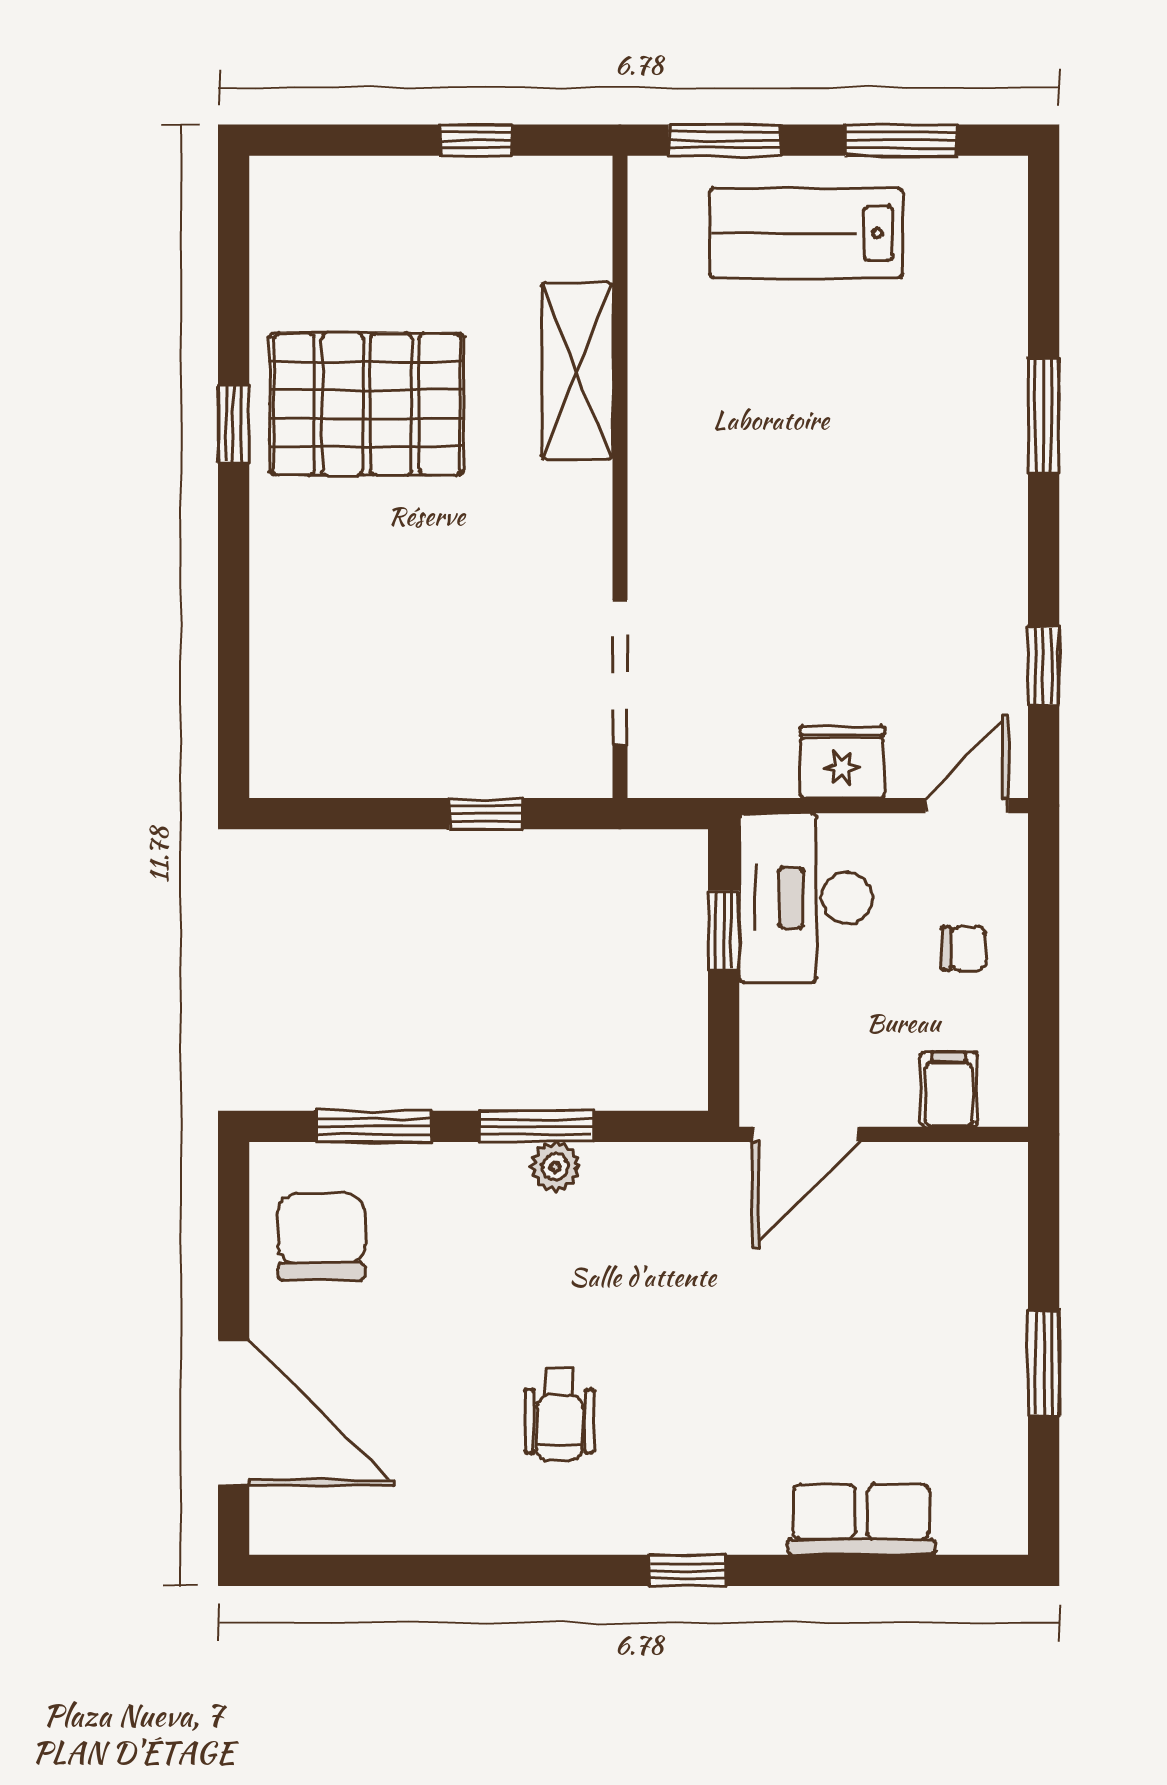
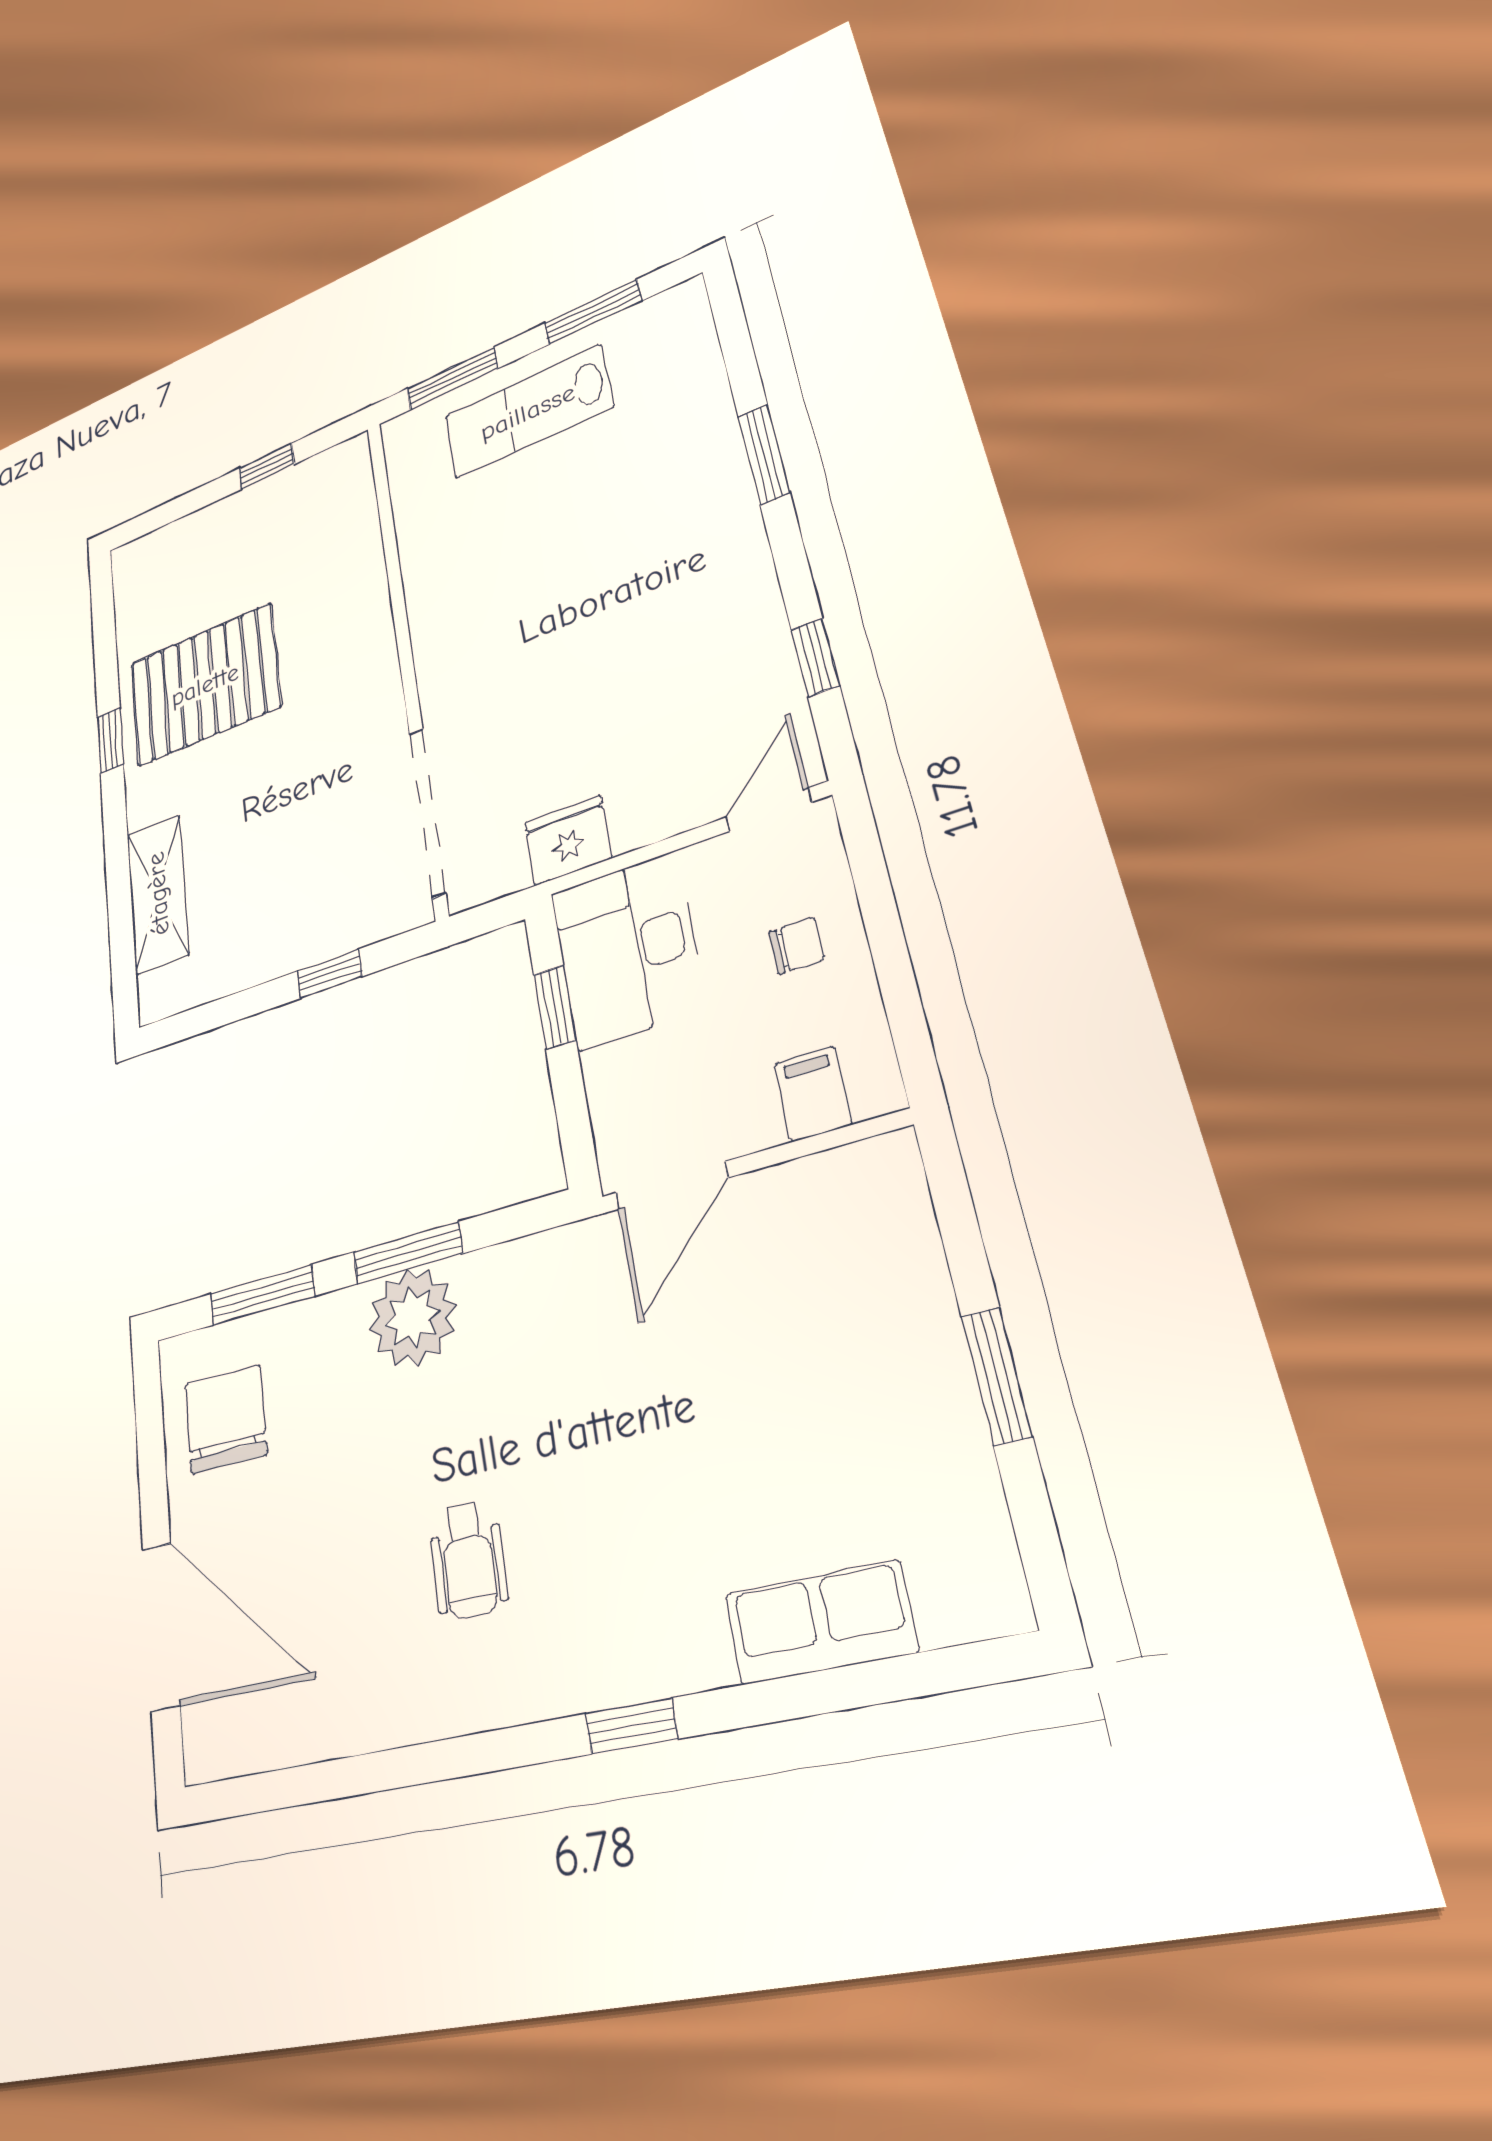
shelving: (577, 371) -> (158, 894), moved
doorway: (620, 672) -> (427, 812), width x1.36
fridge: (842, 762) -> (568, 840), moved
plant: (555, 1167) -> (413, 1317), width x1.87, depth x1.87

